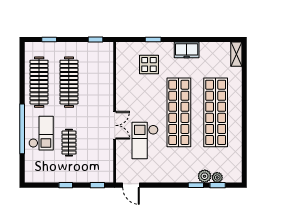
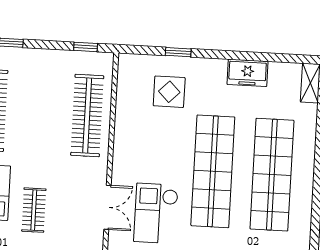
freezer: (187, 50) -> (247, 73), moved
clothes rail: (69, 82) -> (87, 116), moved
double door: (115, 125) -> (107, 207), moved

